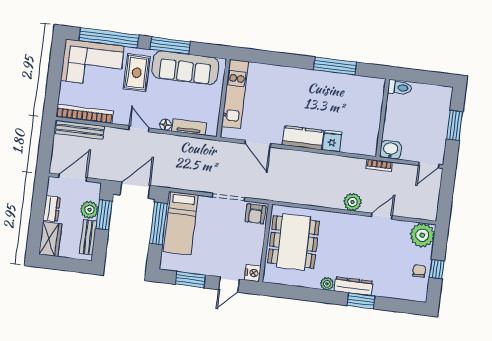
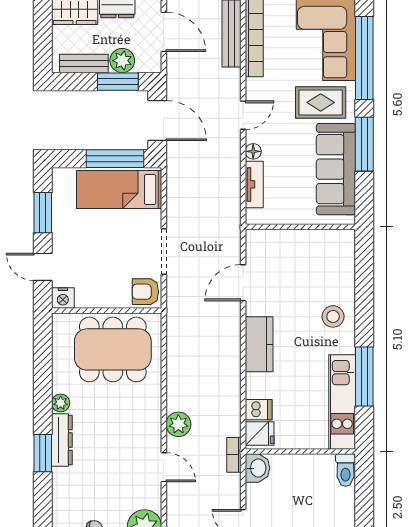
stool: (290, 83) -> (333, 316), added
kitchen unit: (235, 94) -> (342, 402), moved, turned 90
fridge: (332, 141) -> (260, 434), moved
dishwasher: (349, 144) -> (259, 410), added

